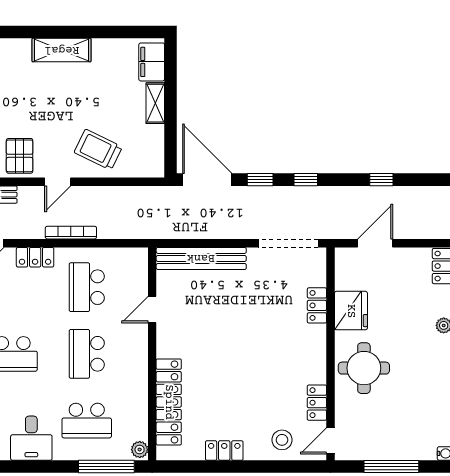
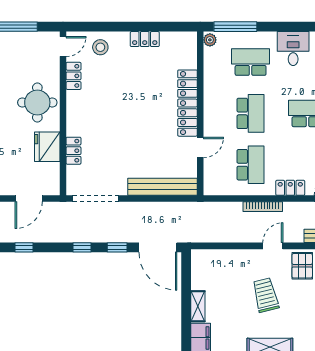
trolley: (98, 150) -> (266, 295), moved, turned -130
locker: (169, 402) -> (187, 103), moved

